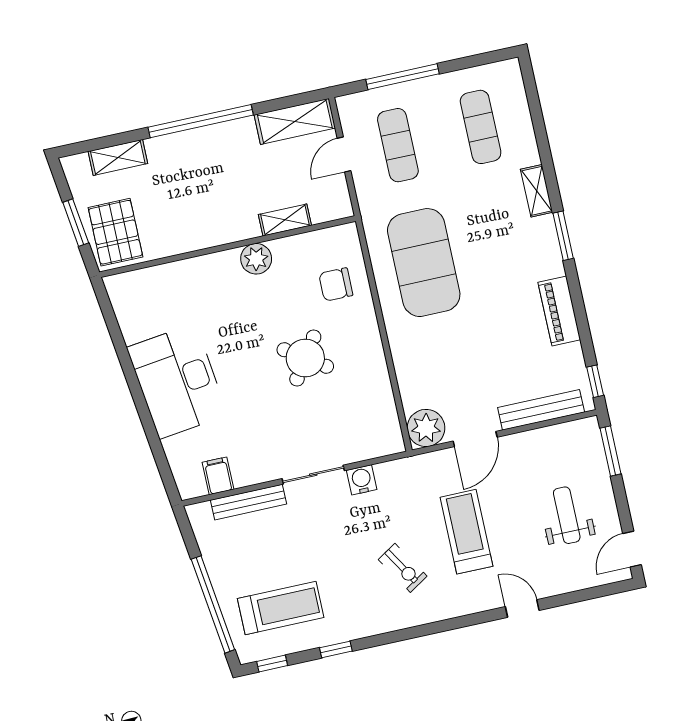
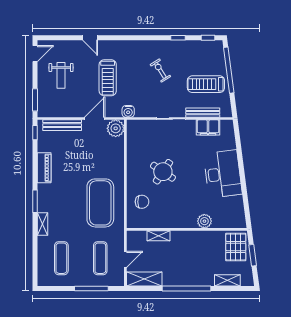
plant: (256, 259) -> (204, 221), moved
filing cabinet: (218, 476) -> (208, 127), width x2.00
water cooler: (362, 480) -> (128, 111), moved
exercise bike: (403, 568) -> (160, 70), moved
treadmill: (281, 608) -> (206, 84), moved

